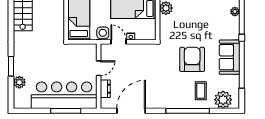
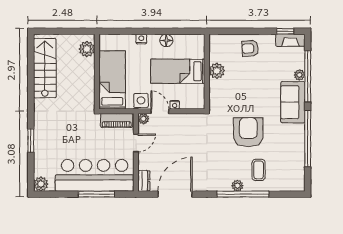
plant: (105, 48) -> (143, 119), added
piano: (83, 50) -> (117, 120), added
sofa: (229, 57) -> (293, 102), moved
plant: (19, 82) -> (41, 184), moved
dresser: (105, 89) -> (144, 181), moved
plant: (223, 100) -> (237, 186), moved, width x0.53, depth x0.53

